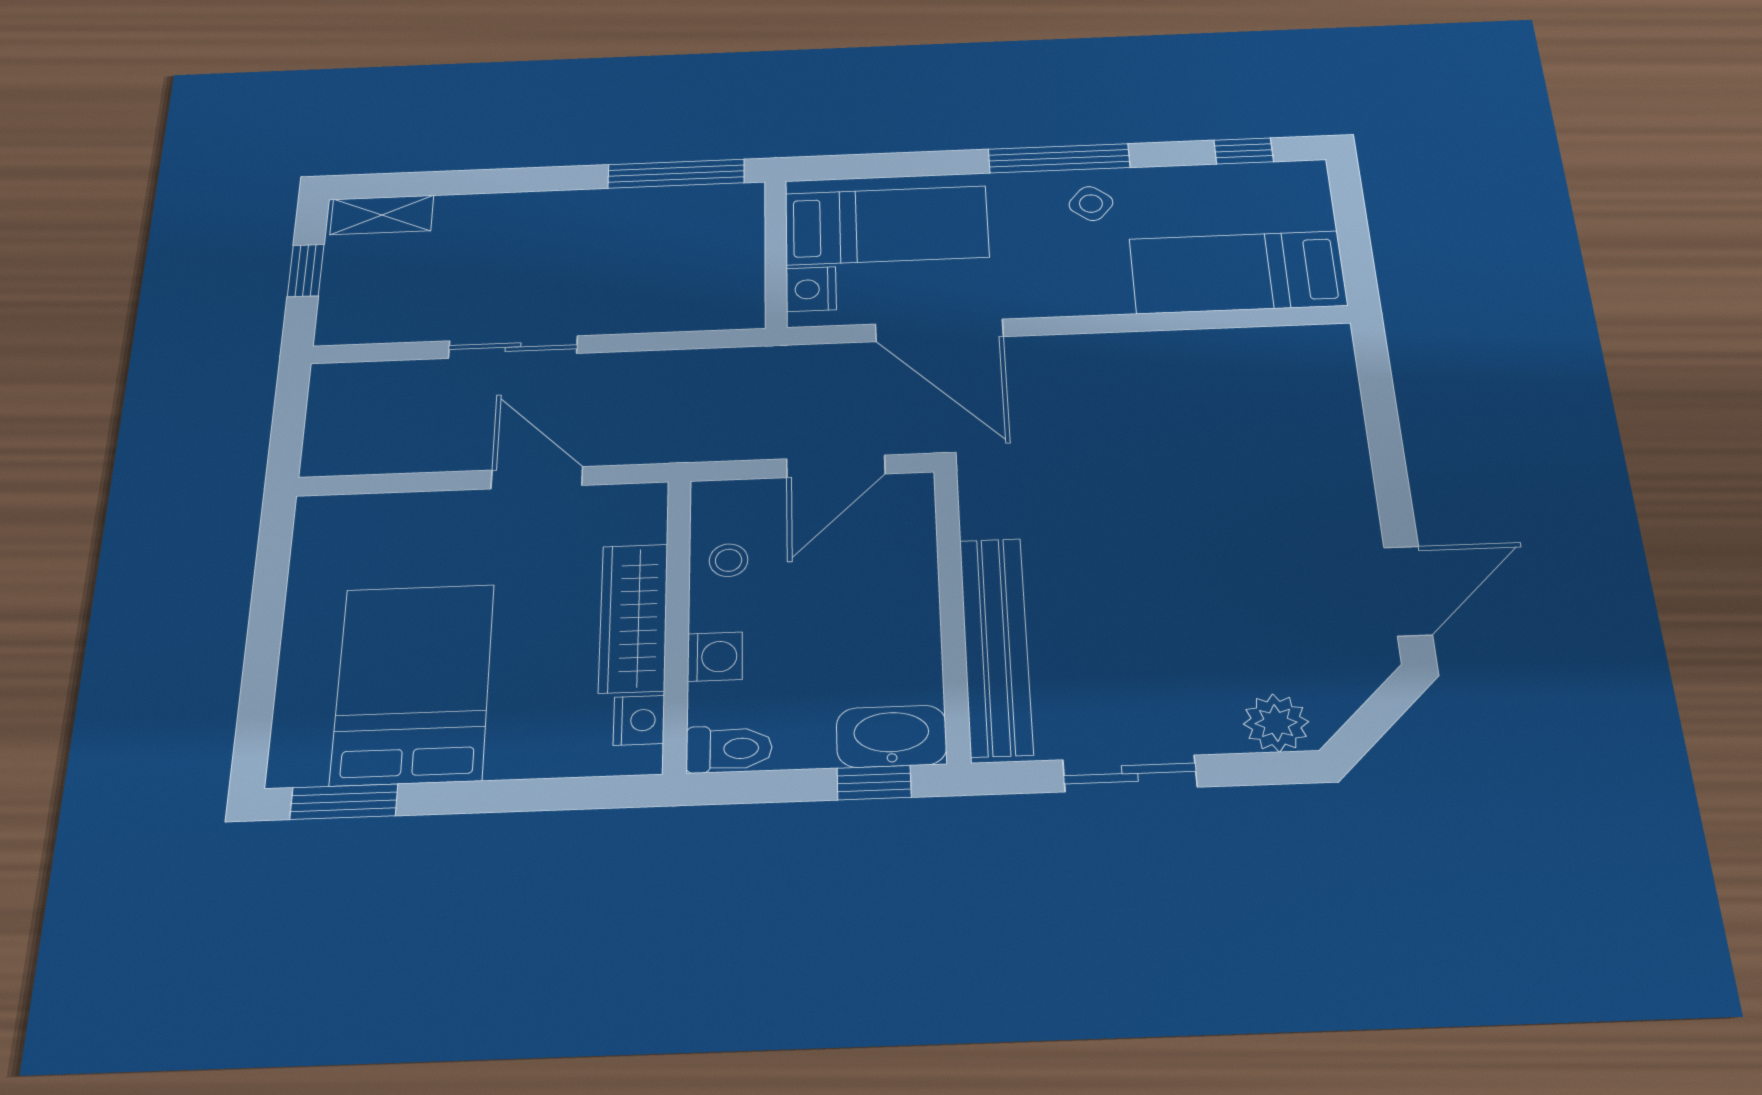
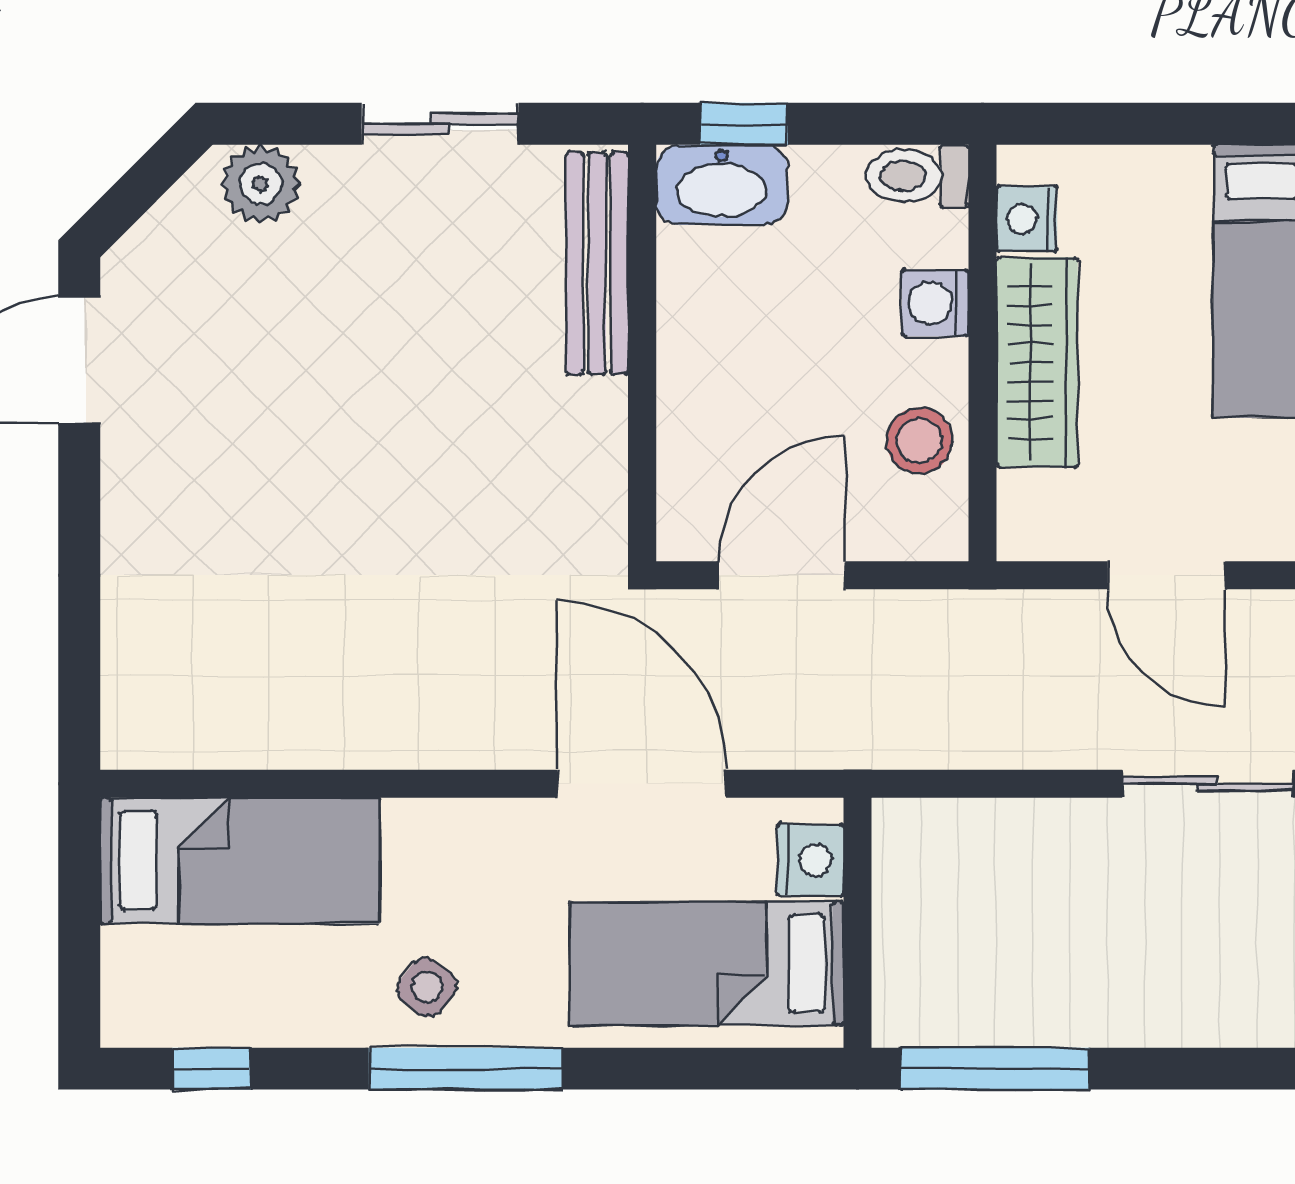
stool: (729, 560) -> (919, 441), width x1.37, depth x1.37
bench: (996, 646) -> (597, 263), width x0.73, depth x0.82

